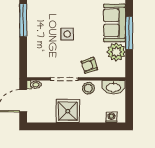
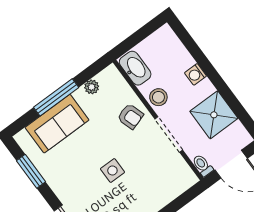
plant: (116, 52) -> (92, 87), width x0.53, depth x0.53
shower: (68, 111) -> (214, 115), moved
washing machine: (111, 117) -> (195, 74), moved

